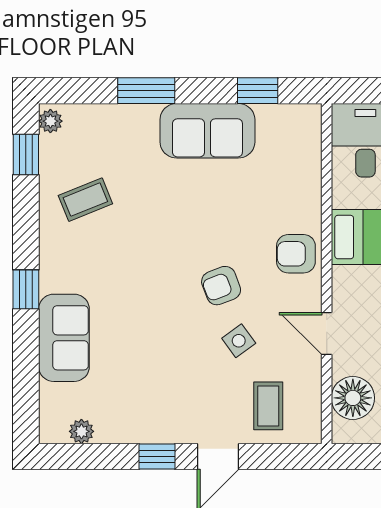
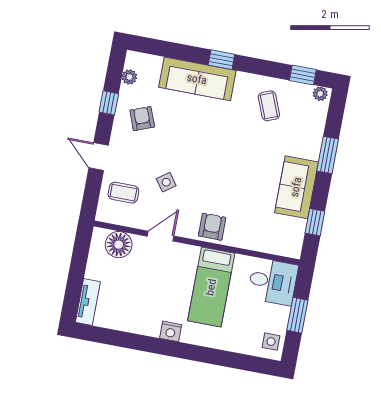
armchair: (221, 286) -> (142, 119), moved
sofa: (64, 338) -> (197, 79), width x1.36
window: (157, 457) -> (109, 103), moved

